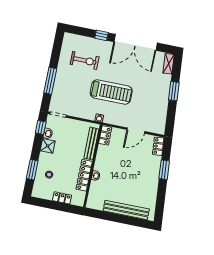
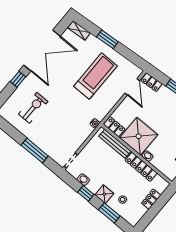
treadmill: (111, 92) -> (95, 76), moved
window: (41, 127) -> (86, 193), moved
door: (136, 131) -> (132, 87), moved
shower: (48, 146) -> (104, 194), moved
shower: (108, 160) -> (139, 136), added

